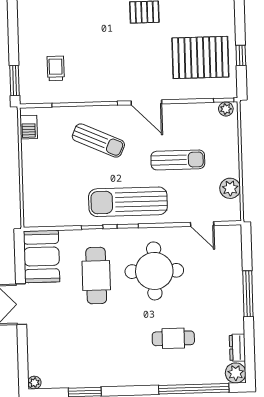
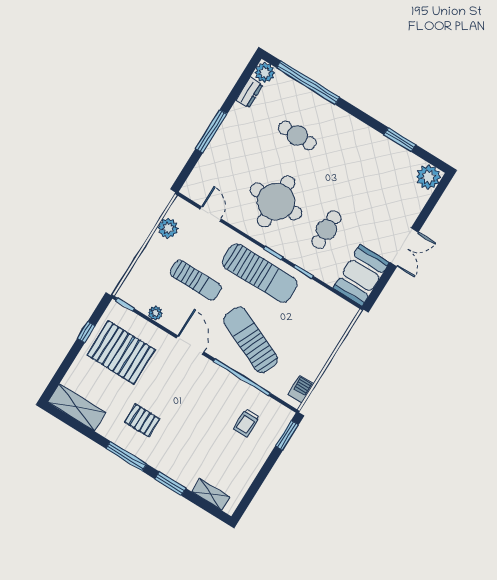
plant: (226, 109) -> (155, 313), moved
sun lounger: (98, 141) -> (251, 340), width x1.36, depth x1.34
sun lounger: (178, 160) -> (196, 280), turned 180
cafe table: (96, 276) -> (326, 230), width x0.73, depth x0.74
plant: (34, 383) -> (428, 177), width x1.88, depth x1.88

